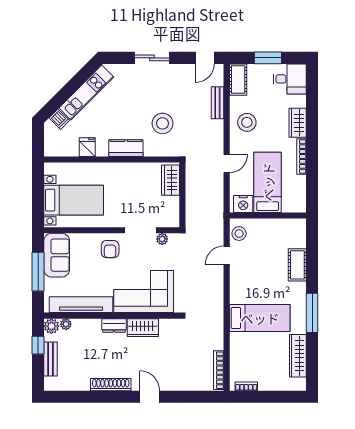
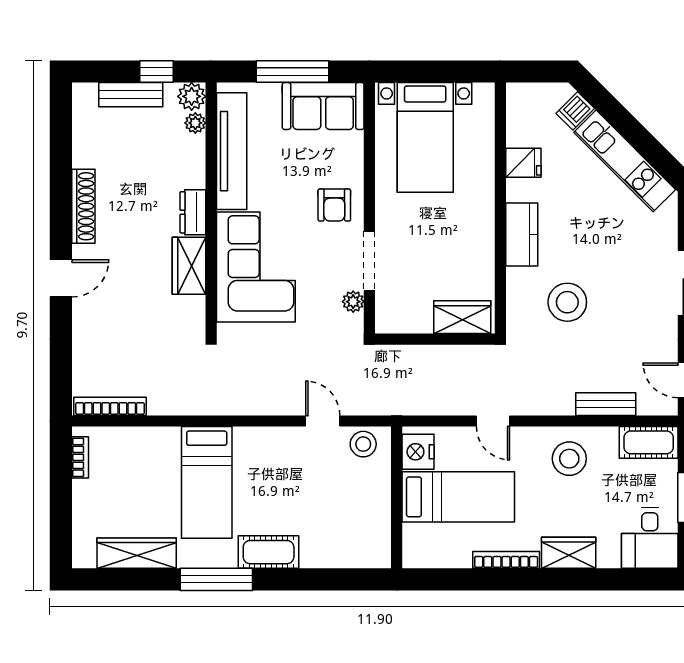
armchair: (110, 249) -> (334, 205), turned -90
cot: (297, 265) -> (269, 552), moved

